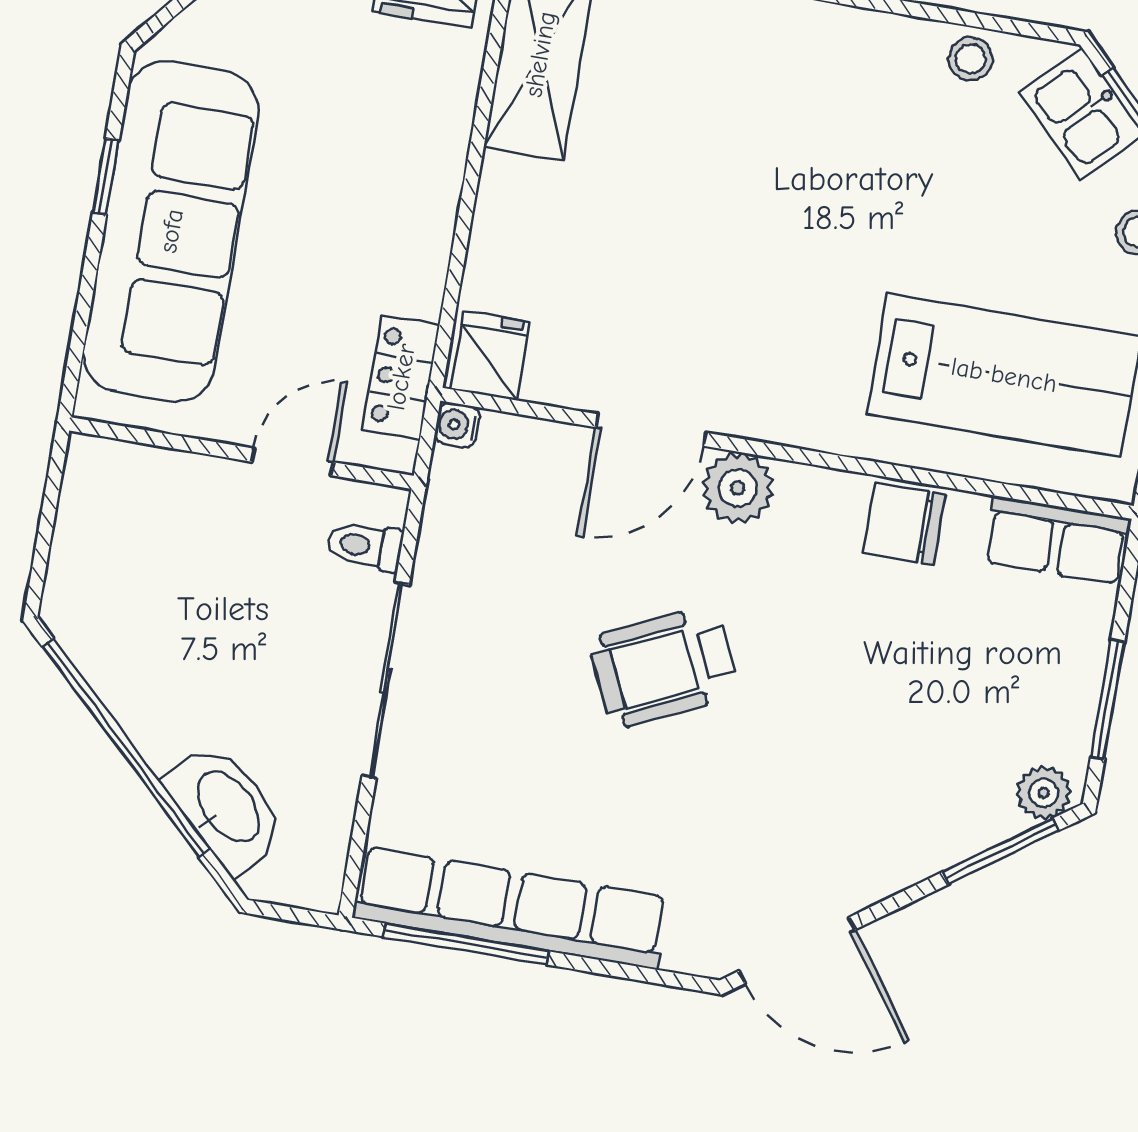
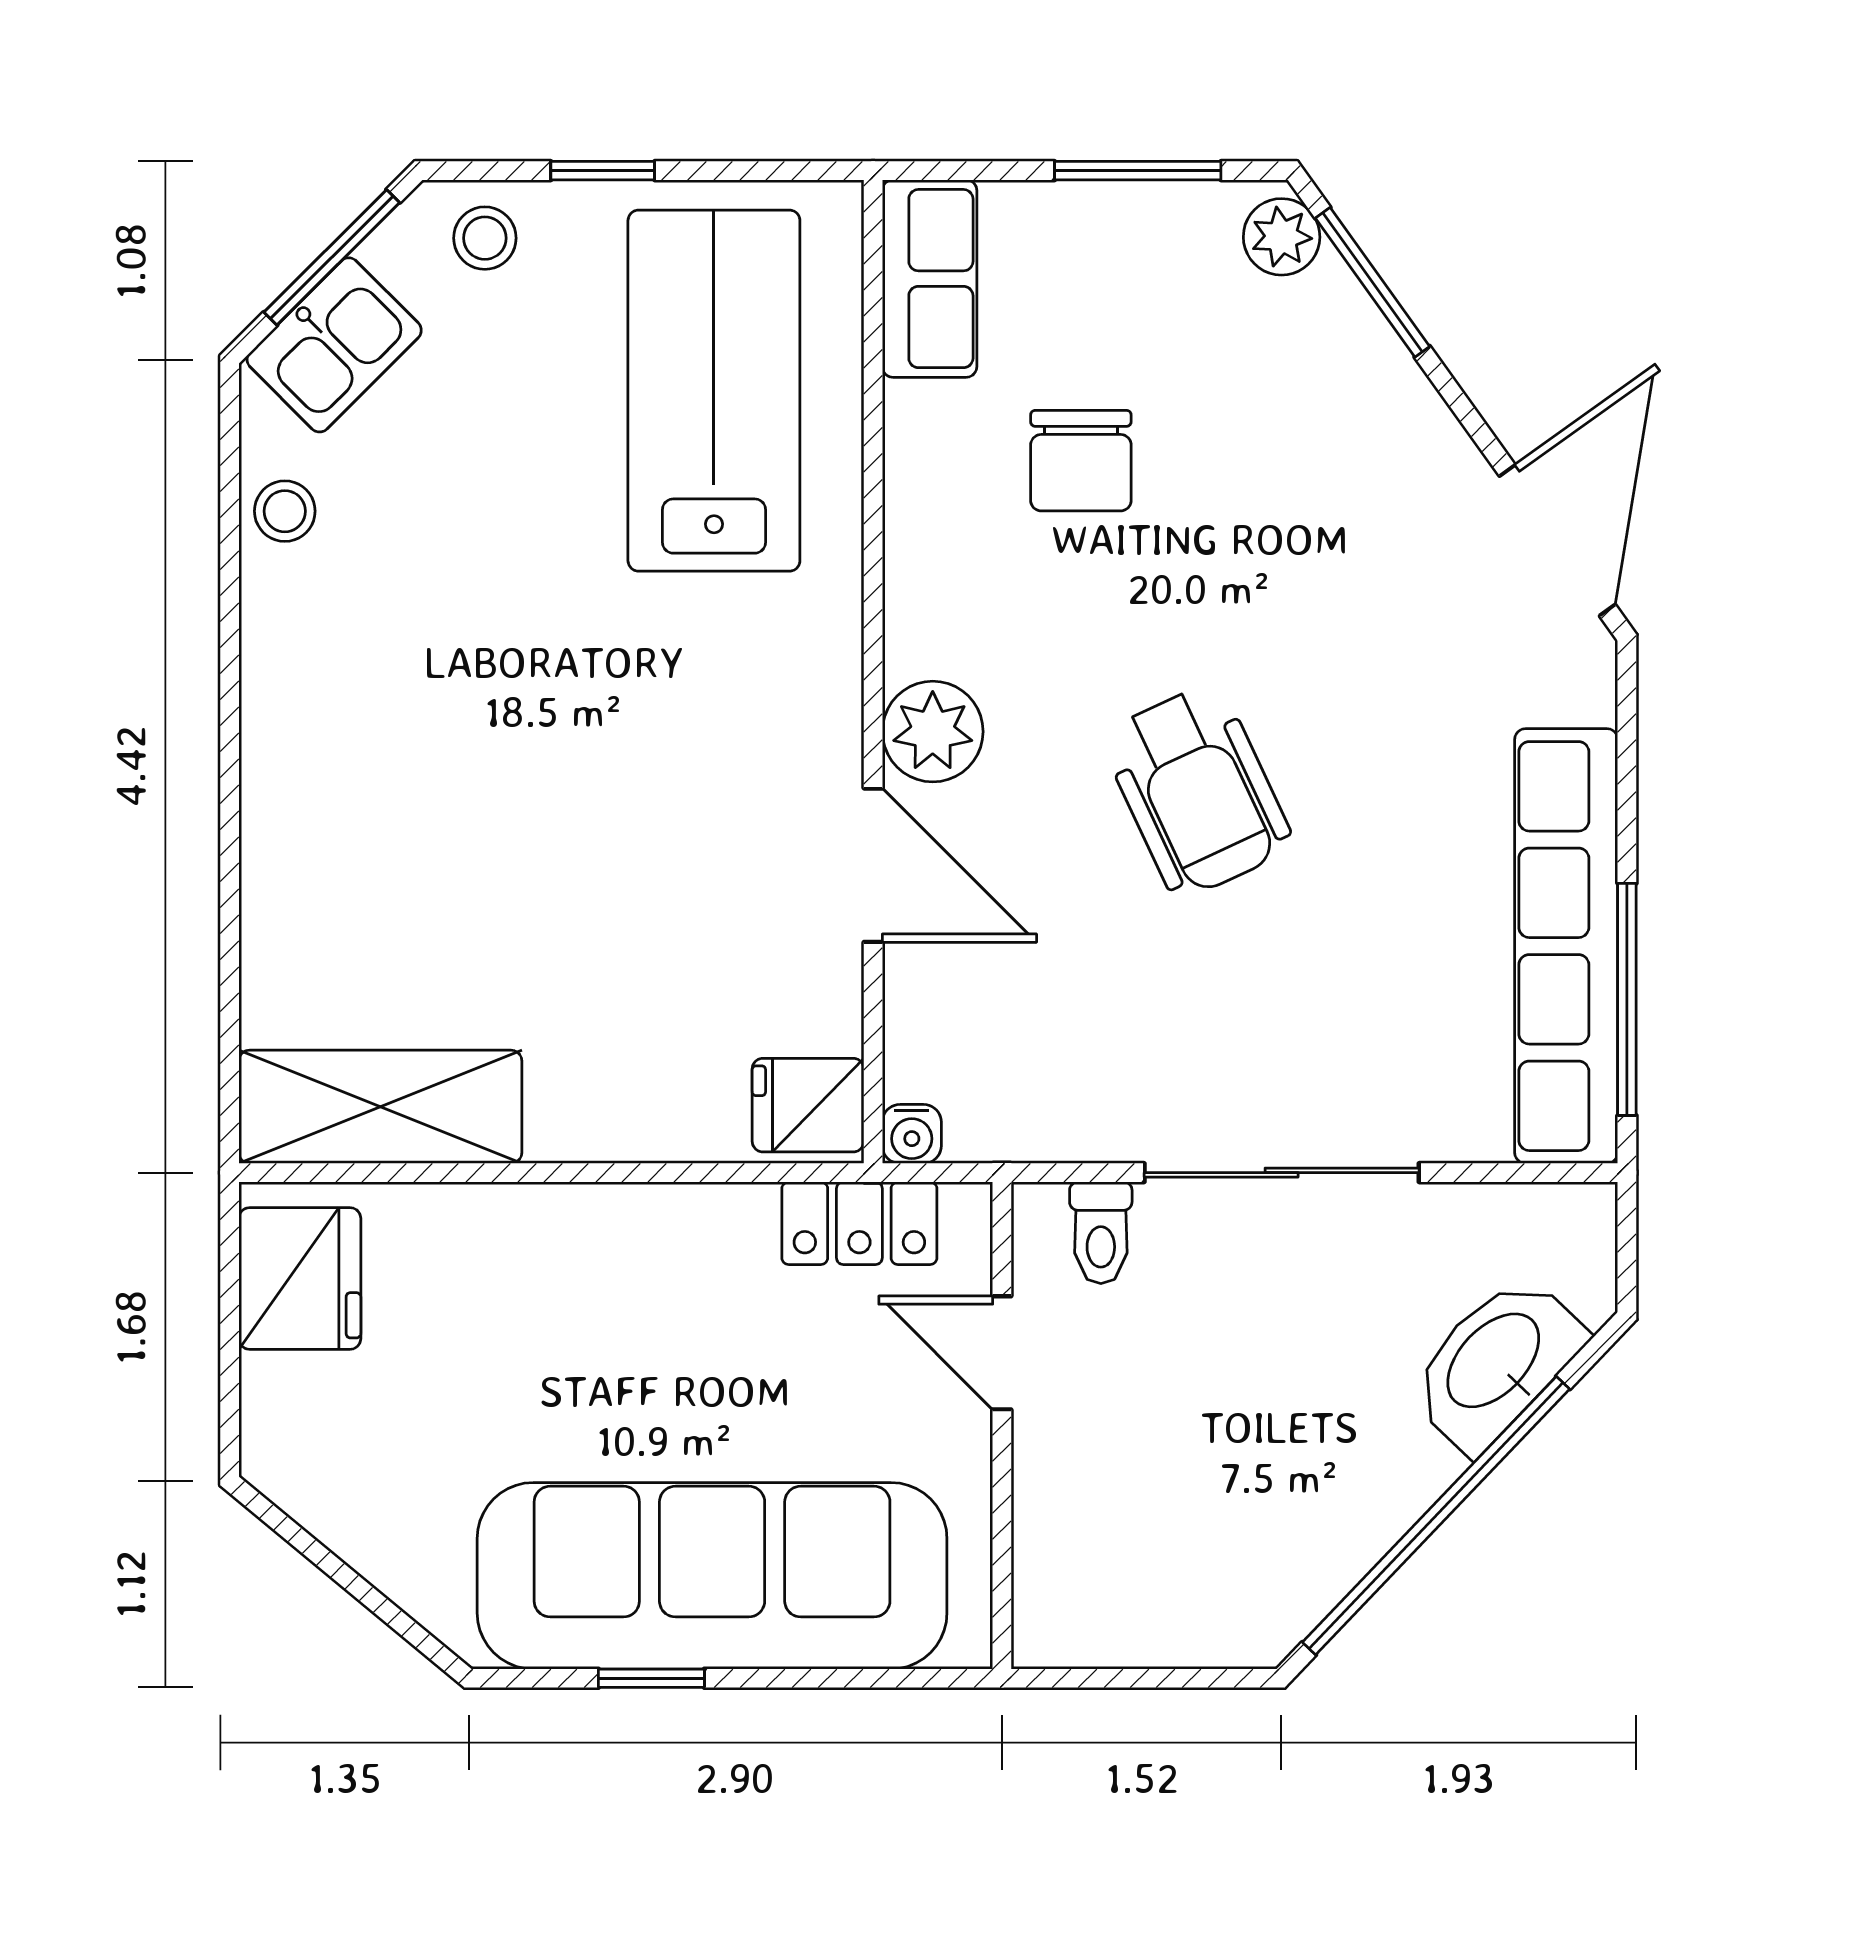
chair: (904, 524) -> (1081, 461), moved

